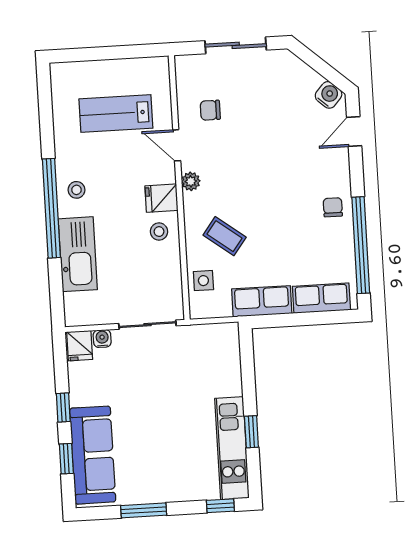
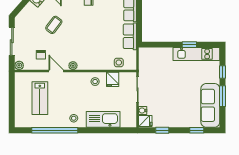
plant: (184, 65) -> (19, 65), added
door: (177, 145) -> (56, 71), swing flipped
fridge: (162, 198) -> (113, 79), moved
window: (51, 208) -> (55, 130), moved
coffee table: (225, 236) -> (54, 25), moved
window: (63, 407) -> (162, 130), moved
sofa: (93, 455) -> (210, 105), moved, turned -90
window: (220, 506) -> (223, 72), moved

